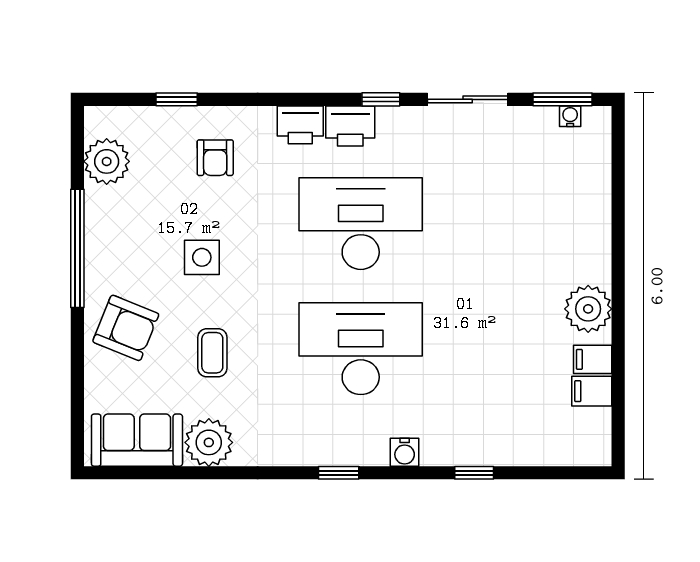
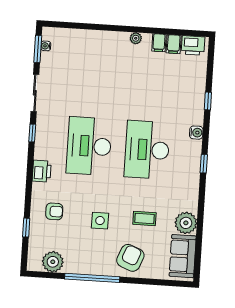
printer: (350, 126) -> (193, 45), moved, turned 90
plant: (588, 309) -> (136, 38), width x0.53, depth x0.53

